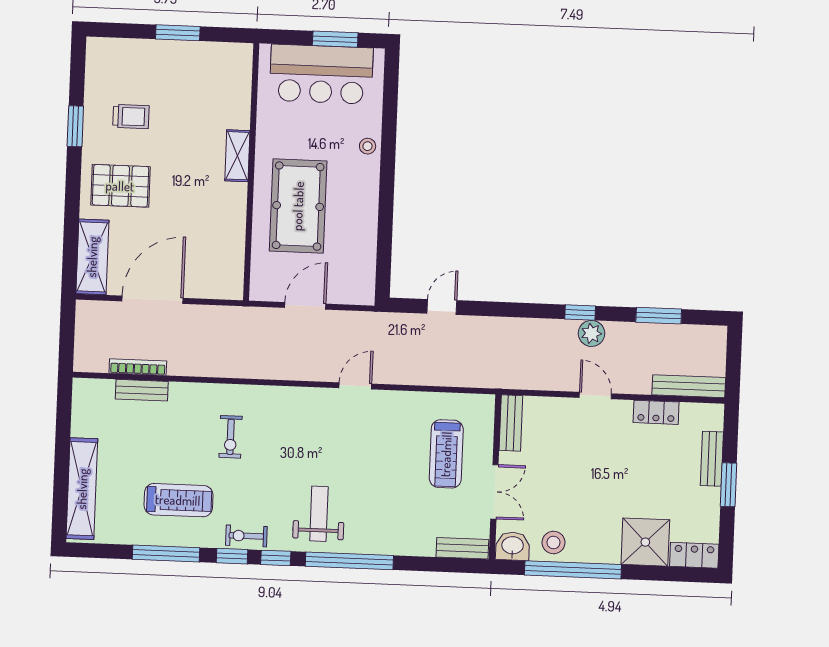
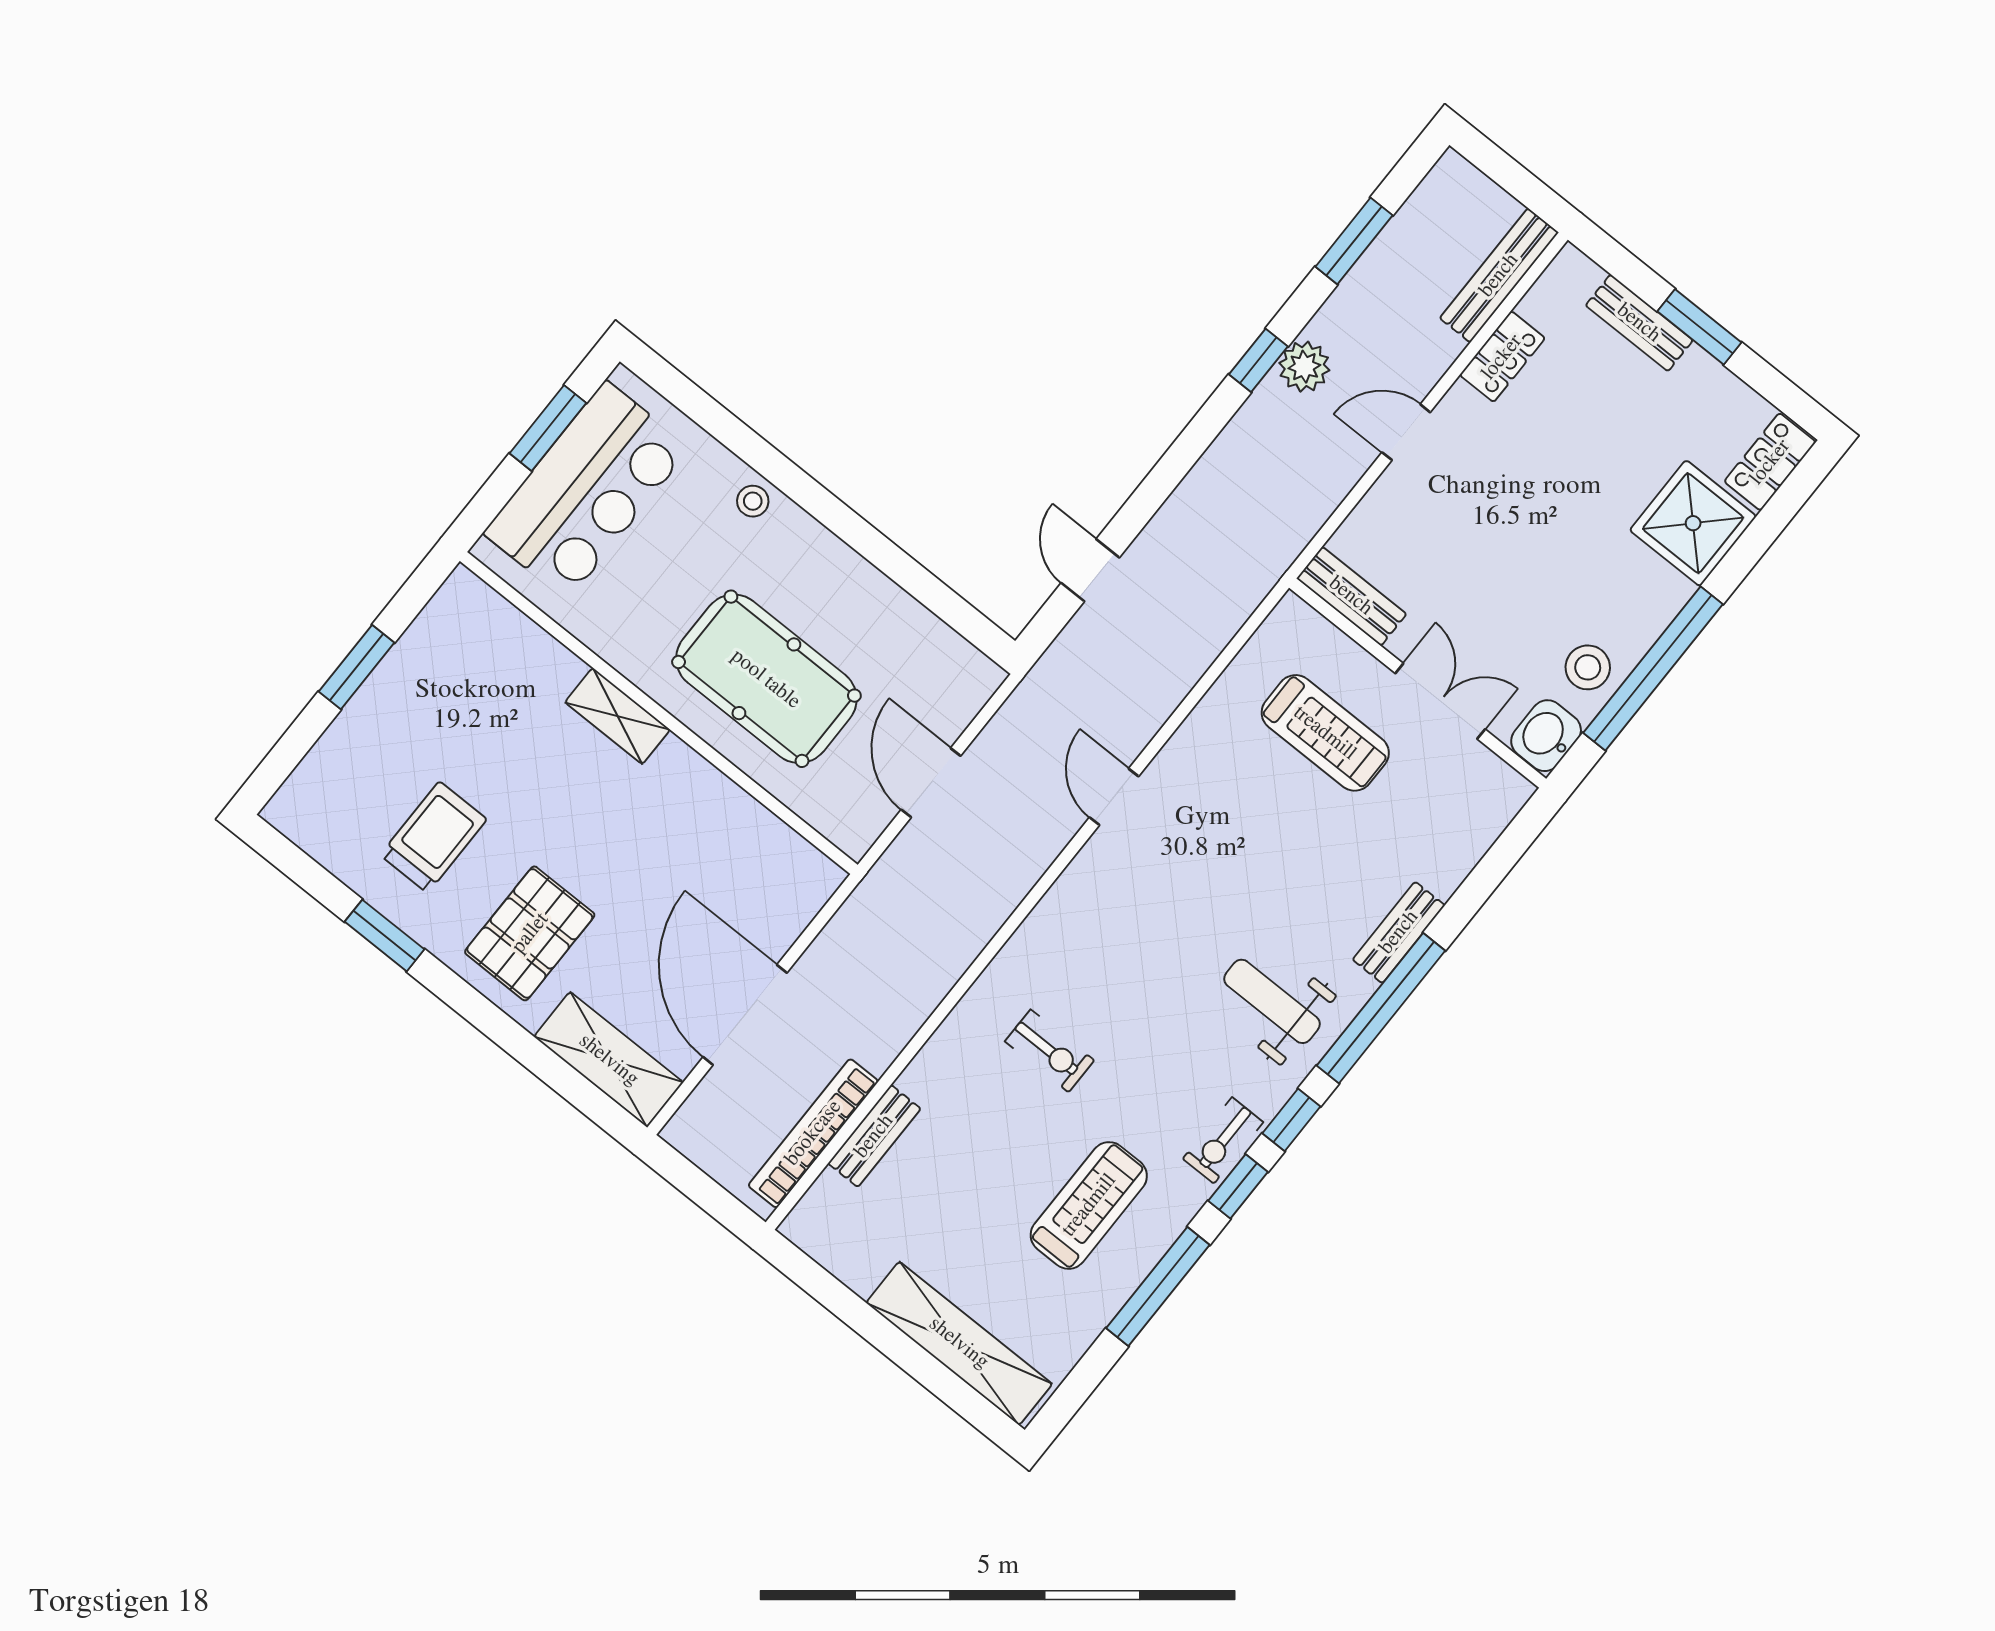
trolley: (131, 117) -> (433, 837), width x1.36, depth x1.39
bookcase: (138, 367) -> (813, 1133), width x1.48, depth x1.31
bench: (462, 548) -> (1399, 932), moved

